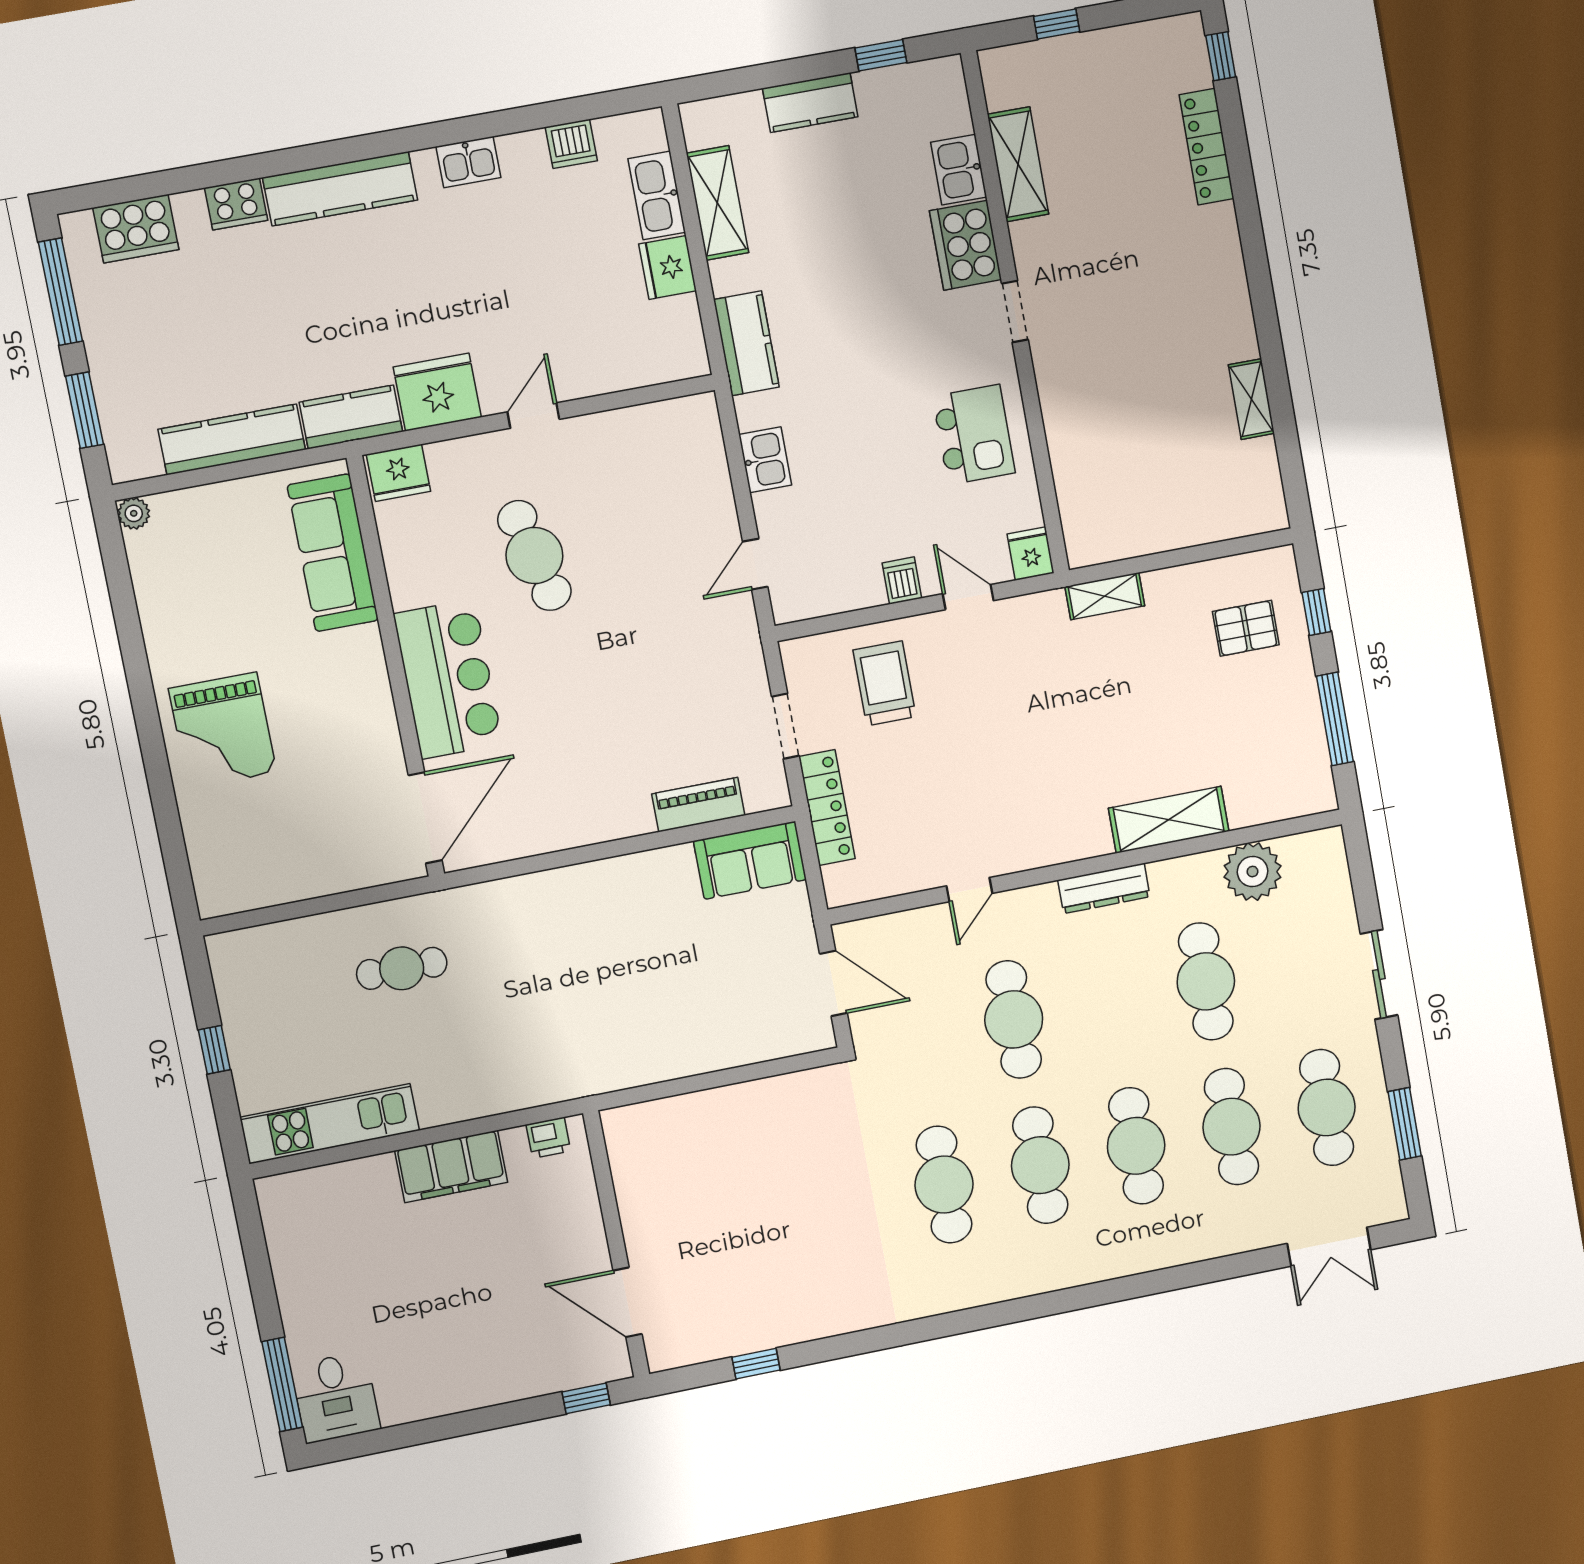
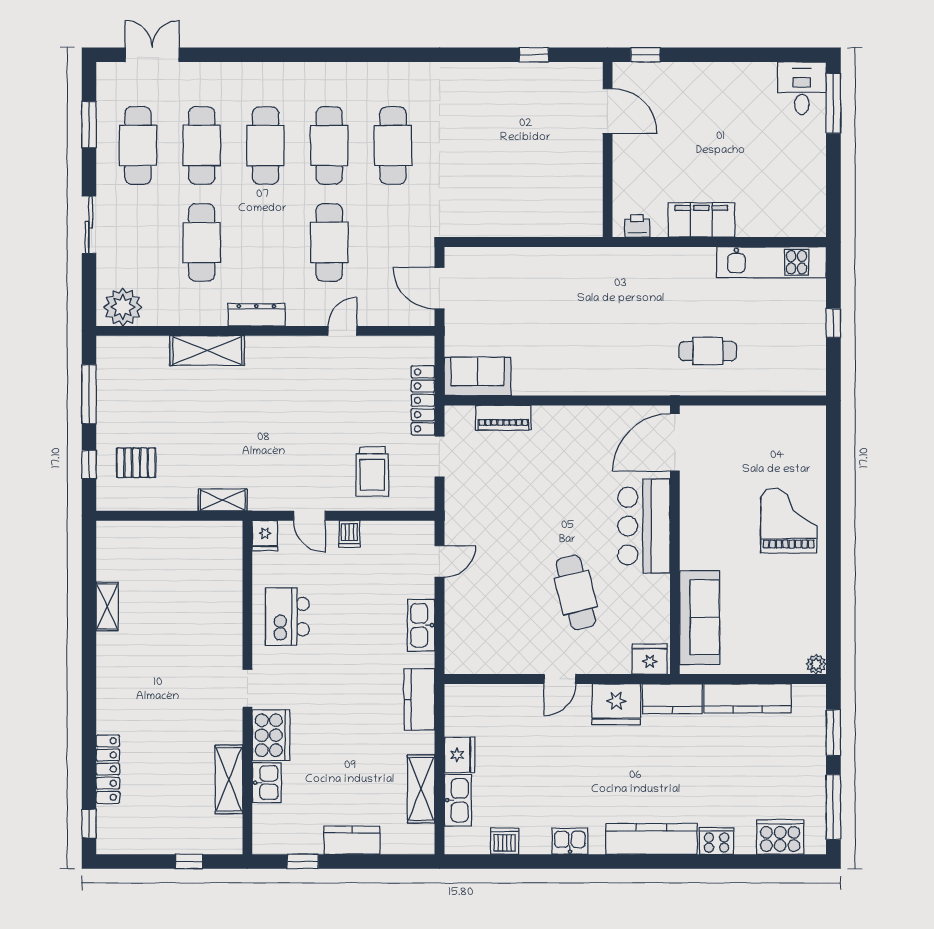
kitchen sink: (765, 460) -> (421, 625), width x1.38
plant: (1253, 872) -> (123, 307), moved

